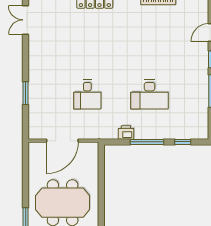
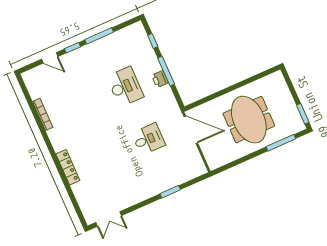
printer: (126, 132) -> (160, 79), moved
door: (62, 141) -> (191, 130), moved

